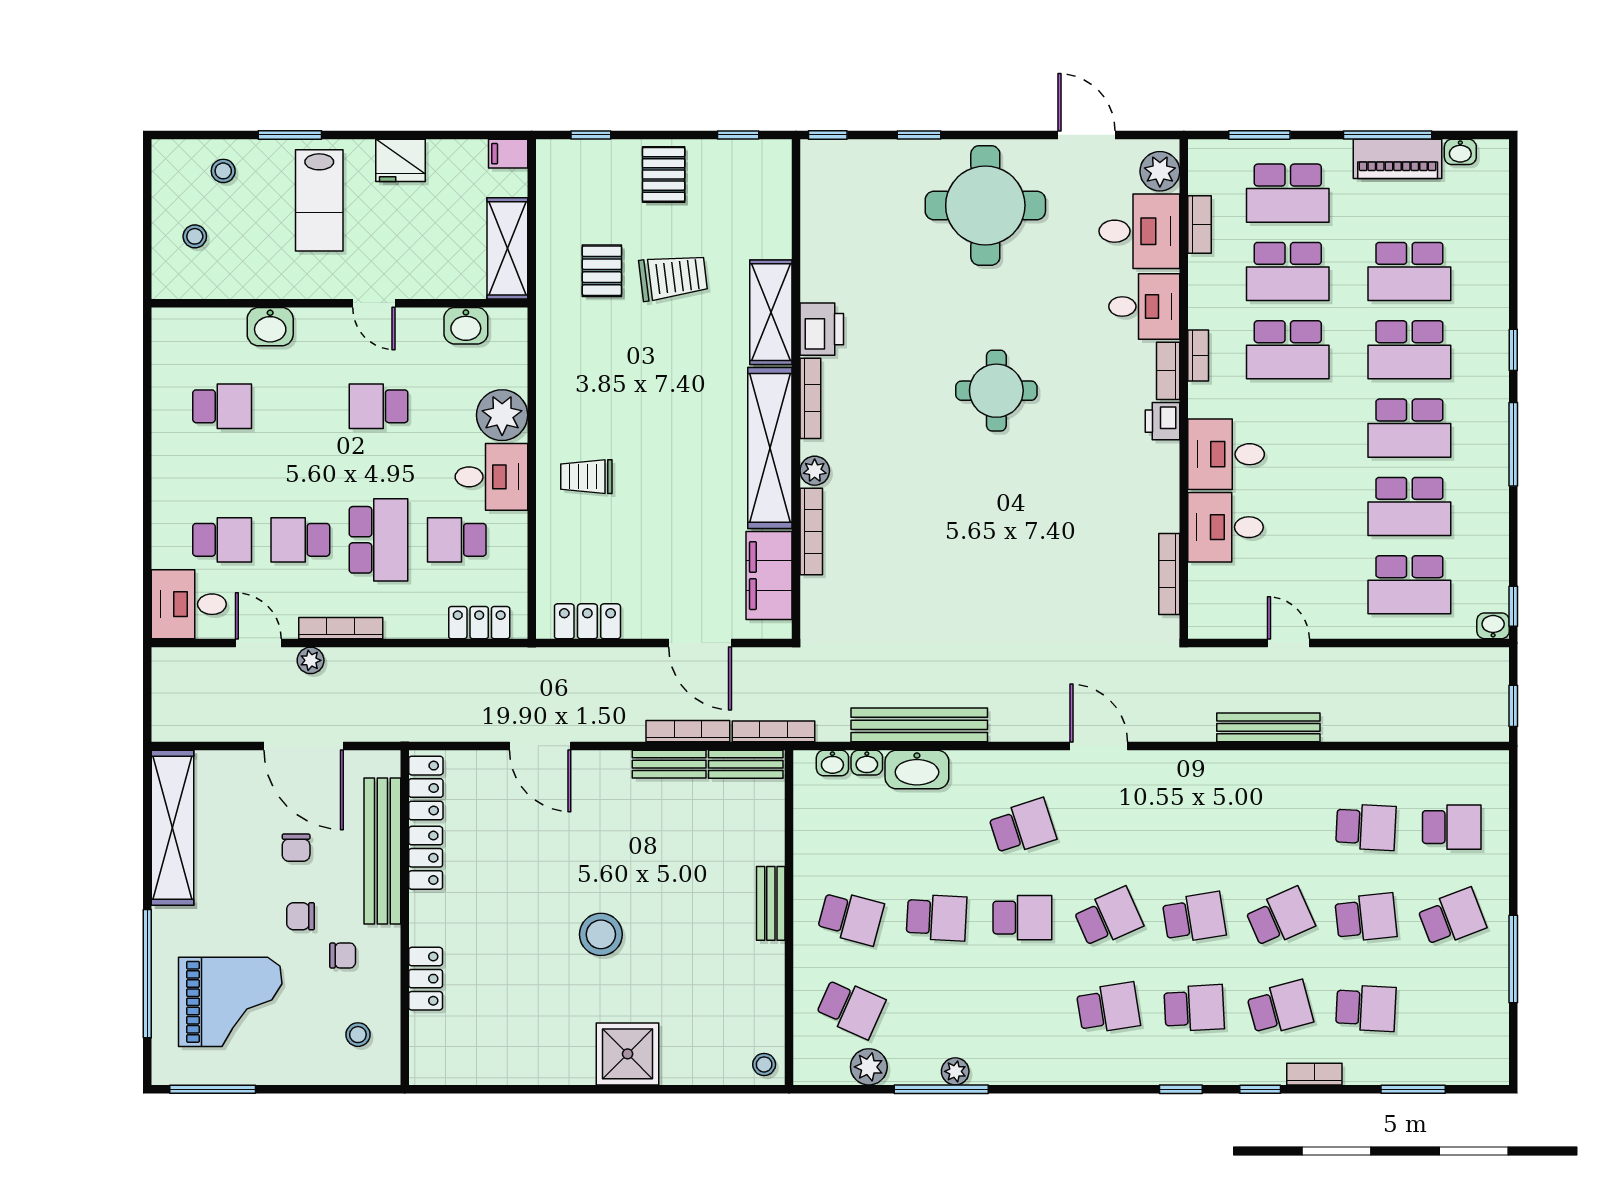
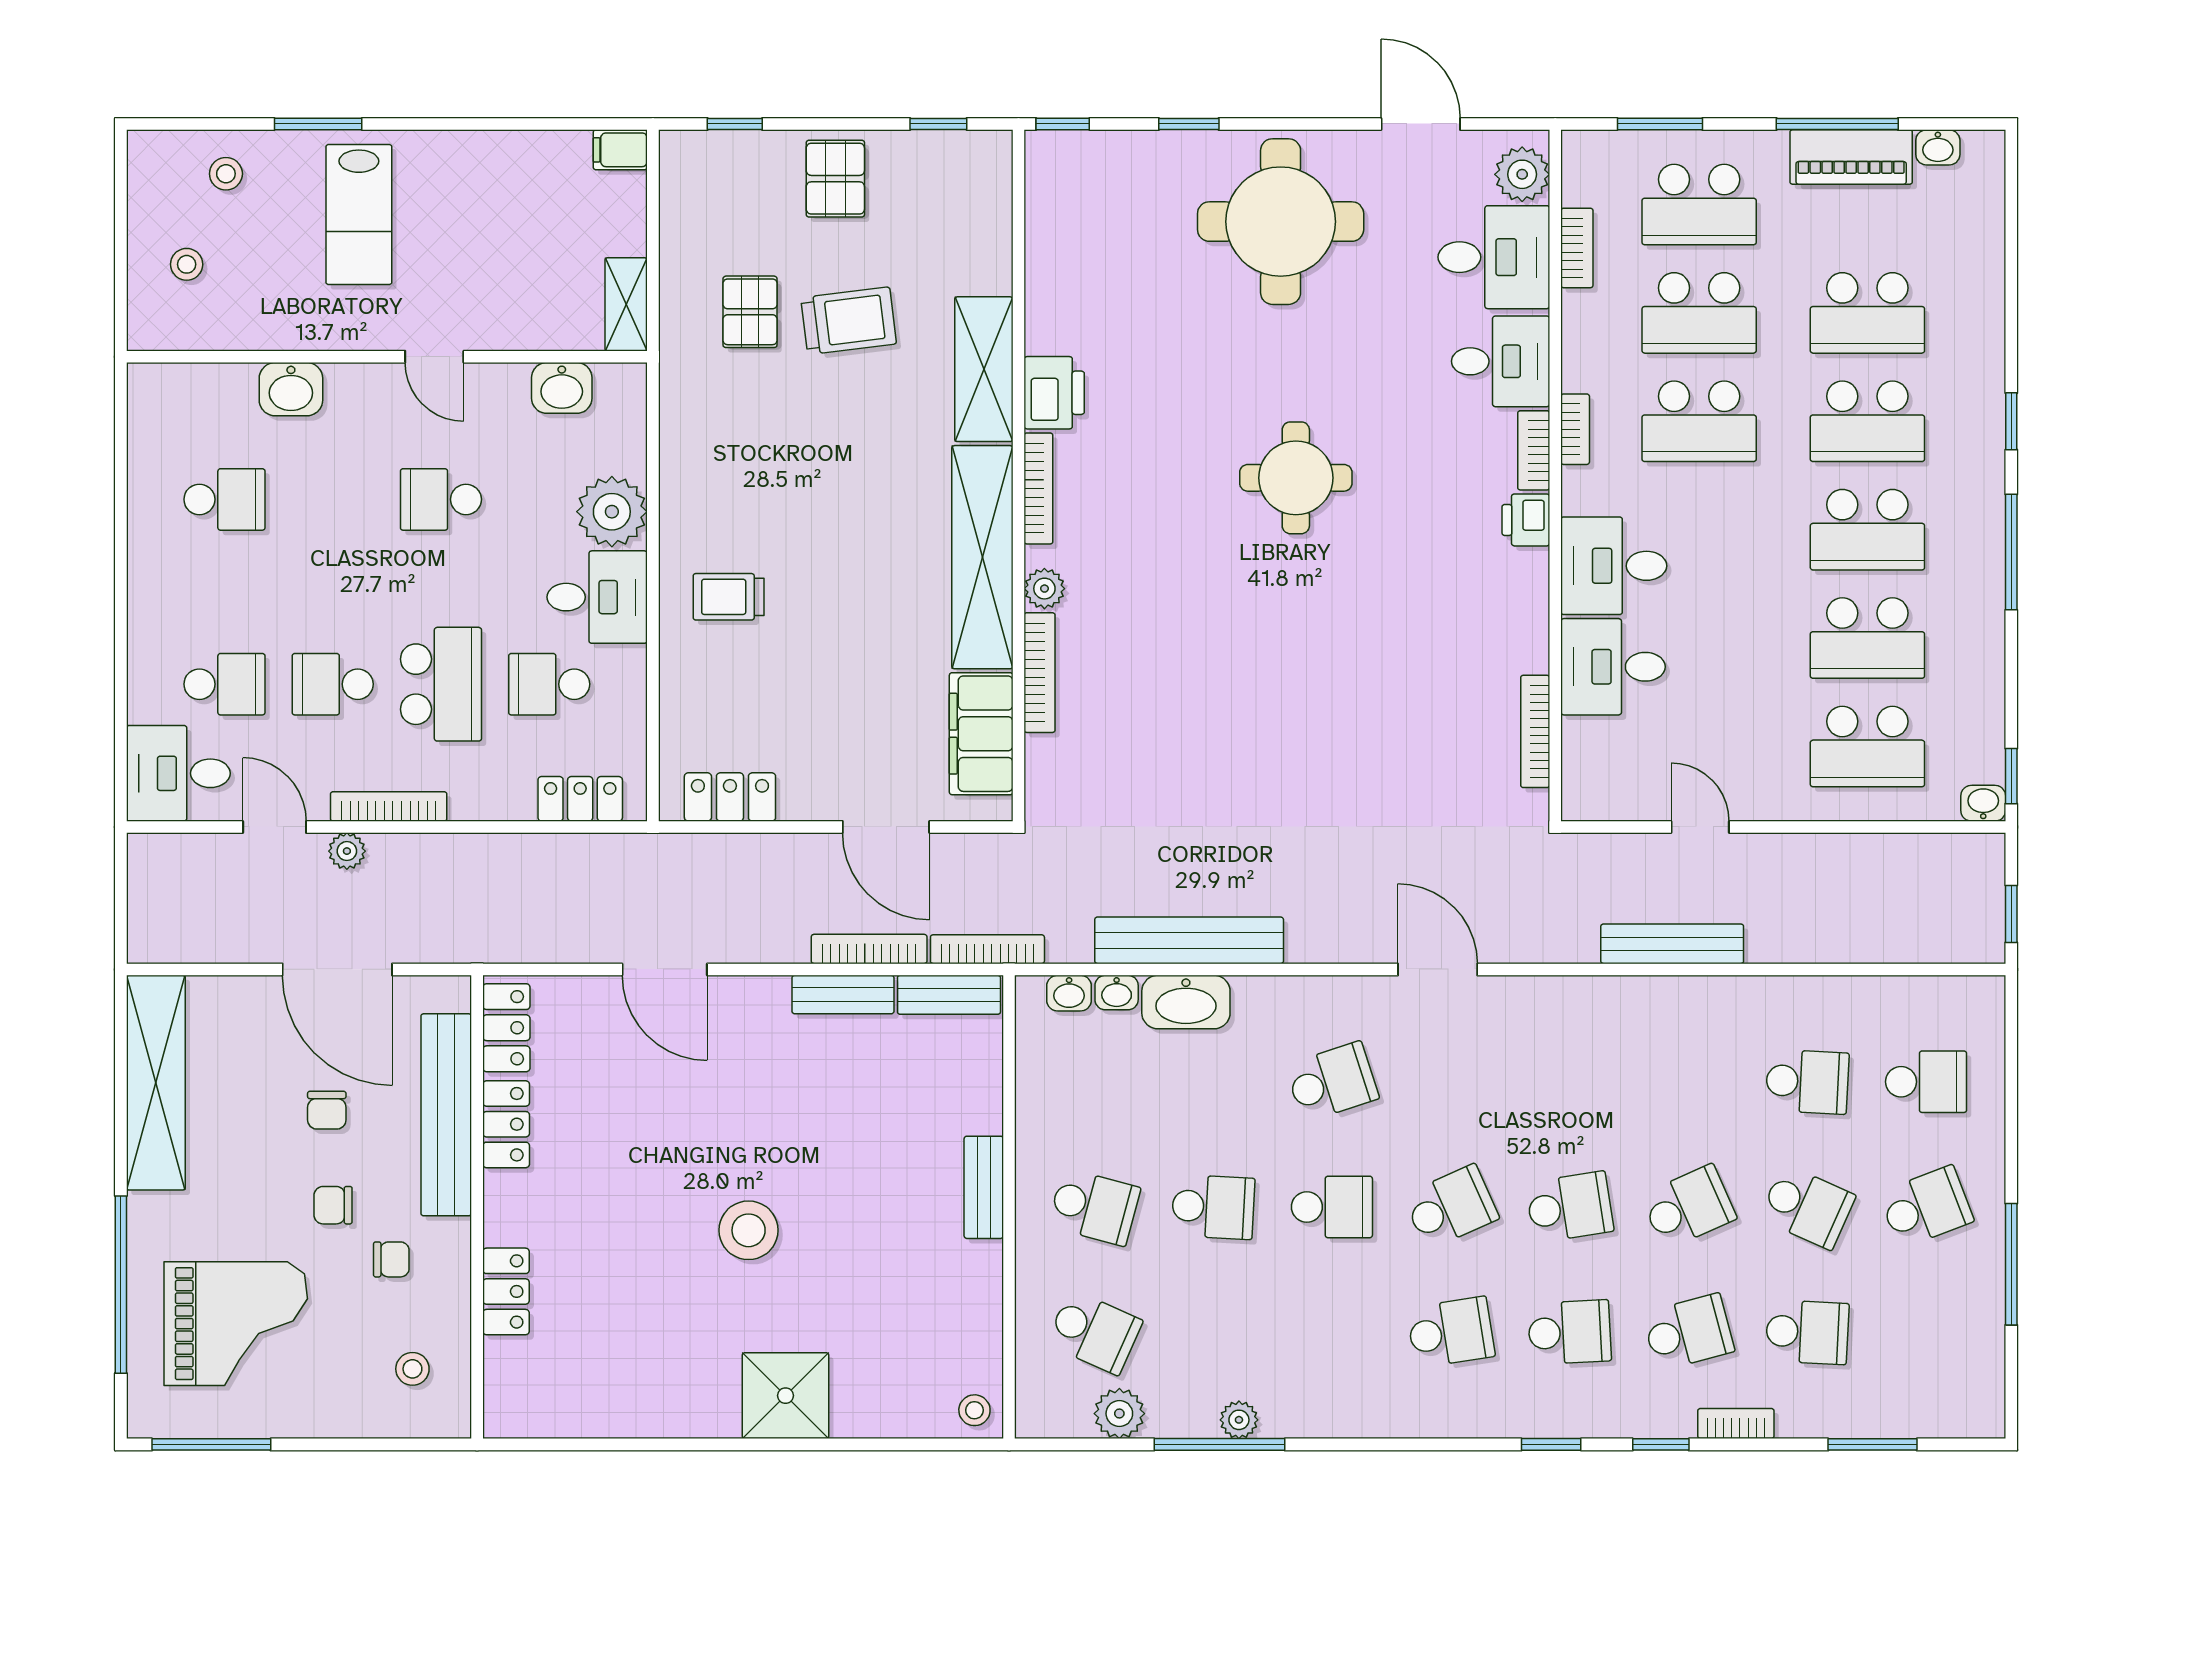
fridge: (400, 160) -> (471, 159), removed
shelving: (507, 248) -> (626, 304), width x0.67, depth x0.75
school desk: (1366, 918) -> (1807, 1207), turned 30

